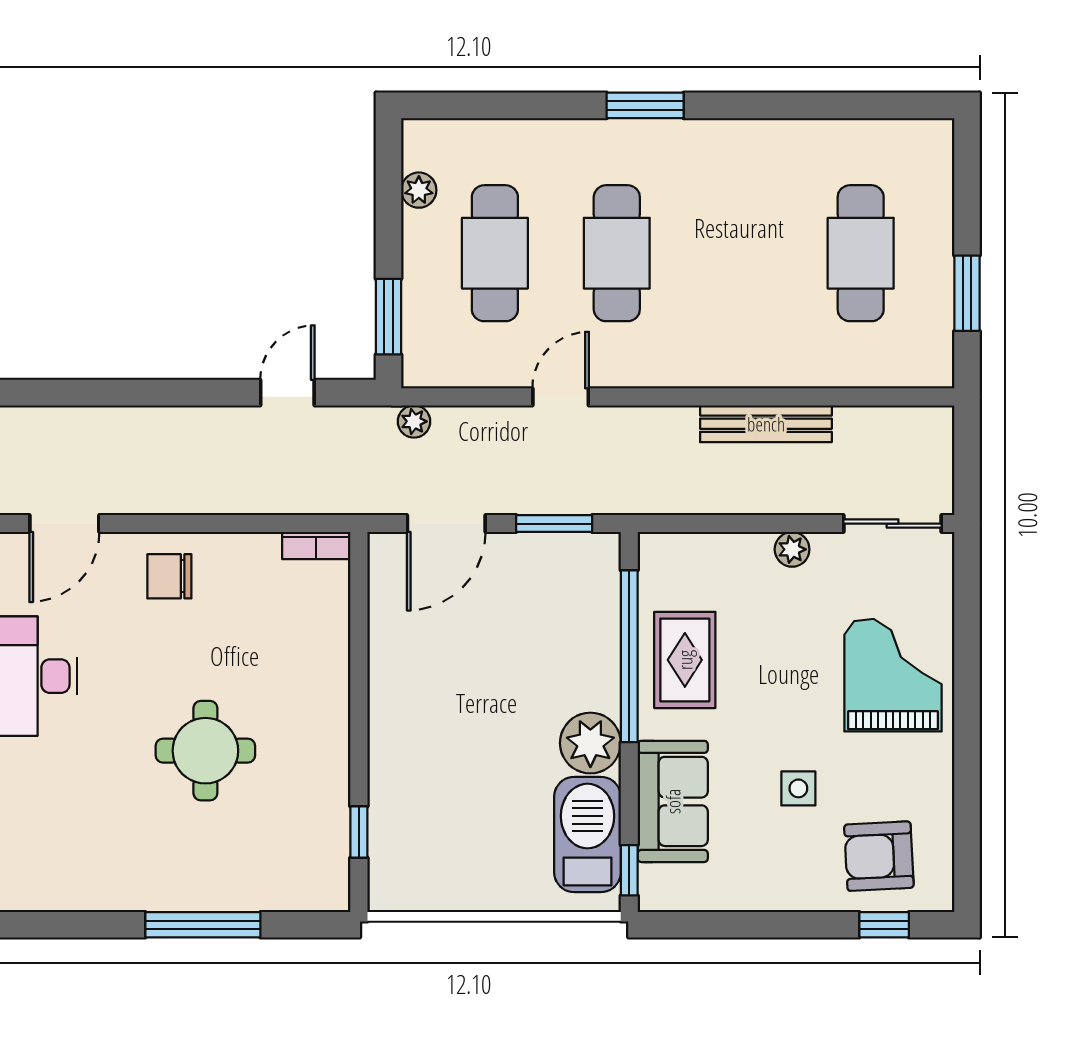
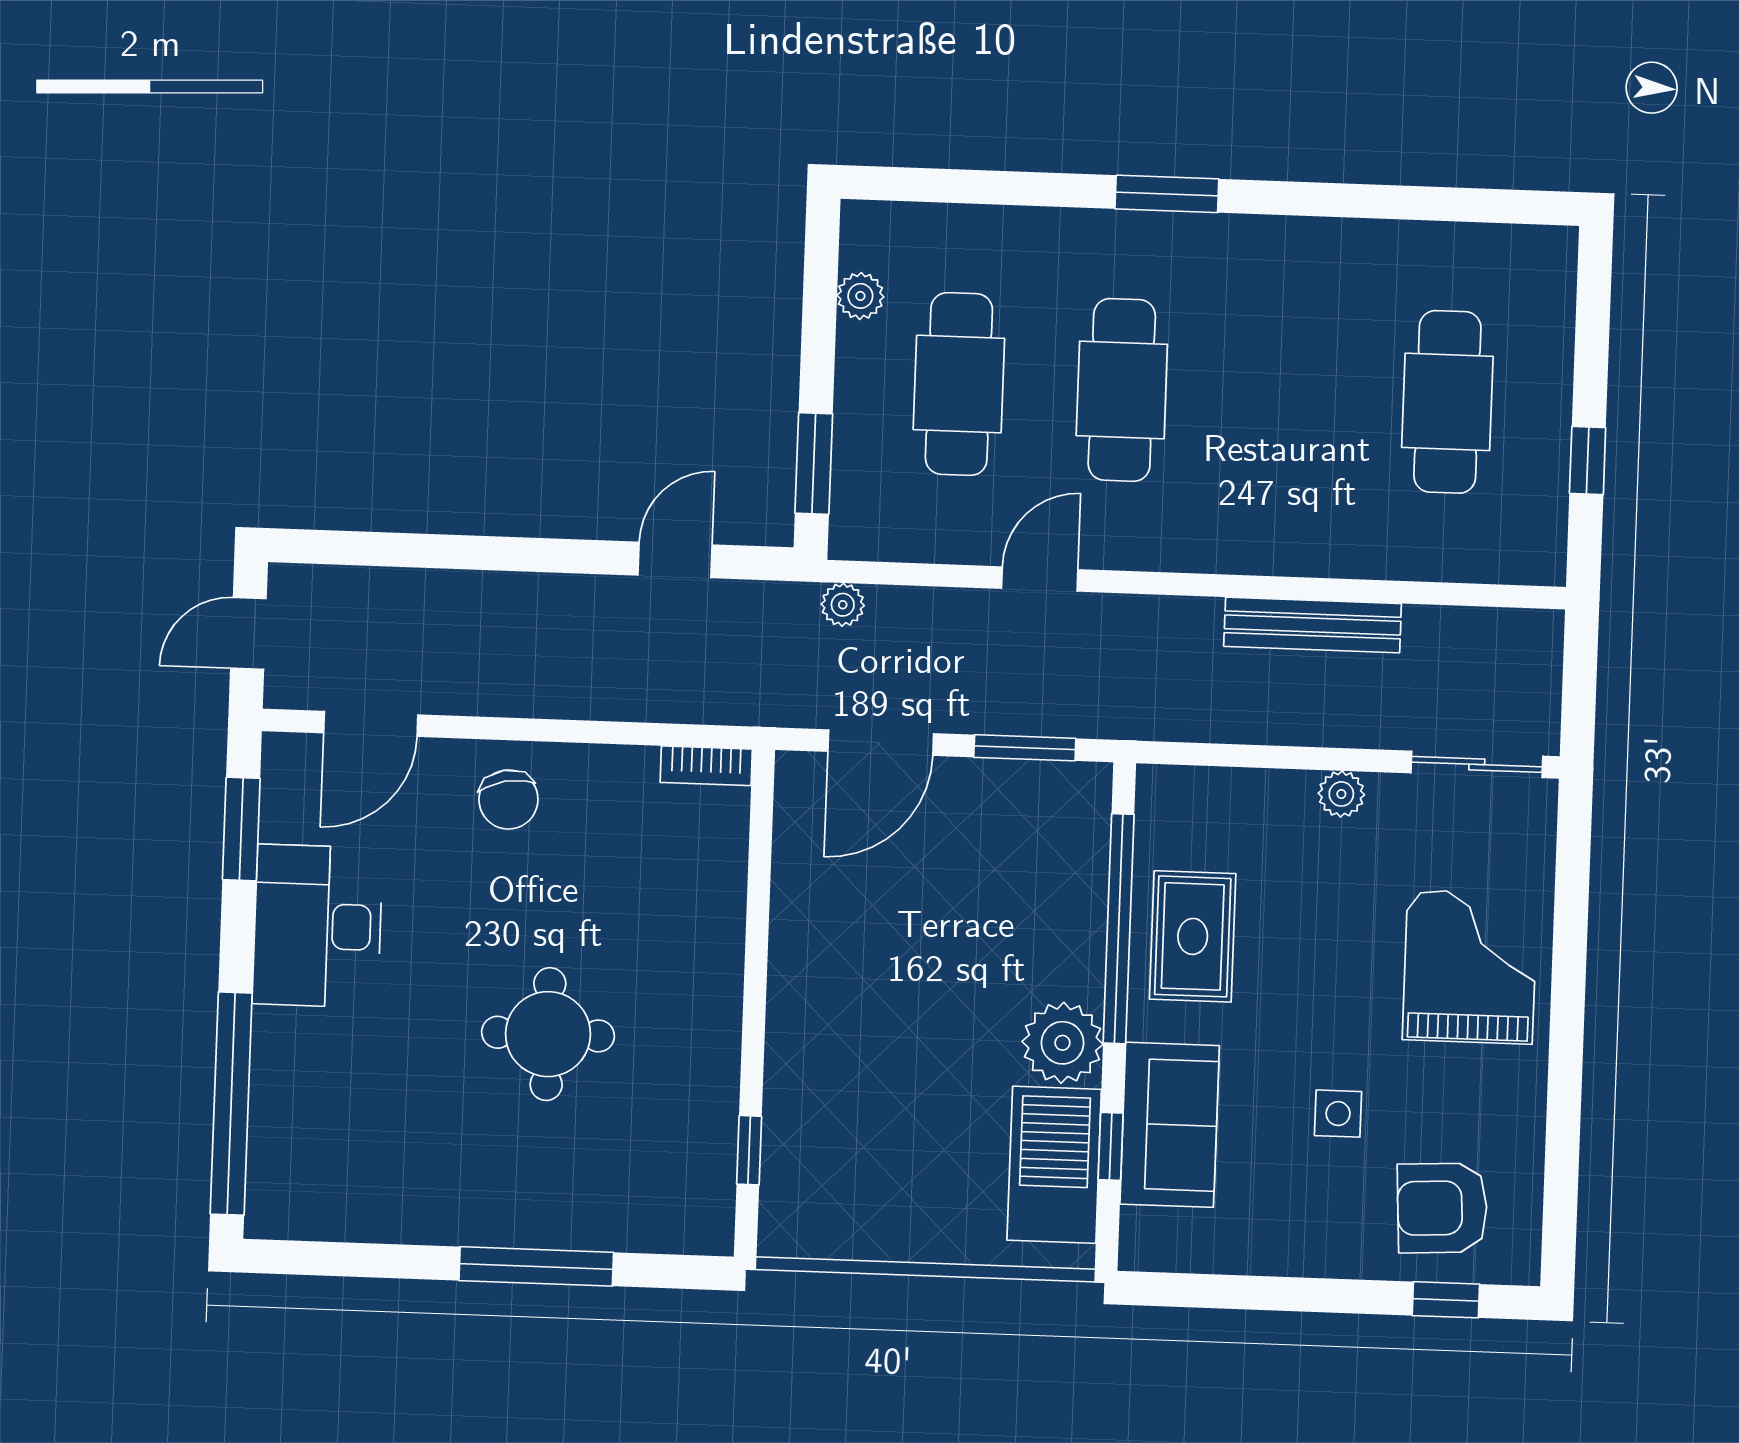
window: (967, 293) -> (1588, 460), width x0.67
chair: (169, 576) -> (508, 800), turned -101
window: (629, 870) -> (1111, 1146), moved

